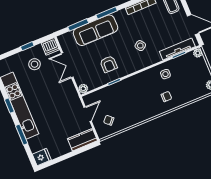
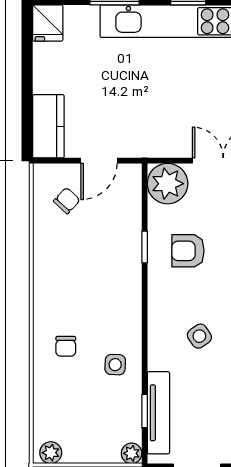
plant: (83, 89) -> (168, 184), width x1.87, depth x1.87
door: (88, 114) -> (99, 161), hinge flipped

